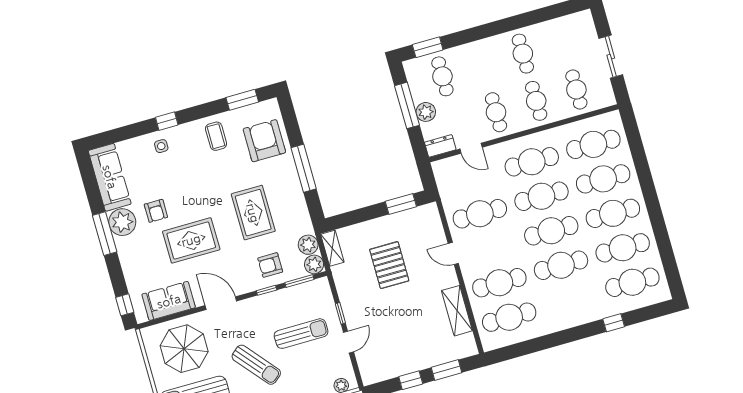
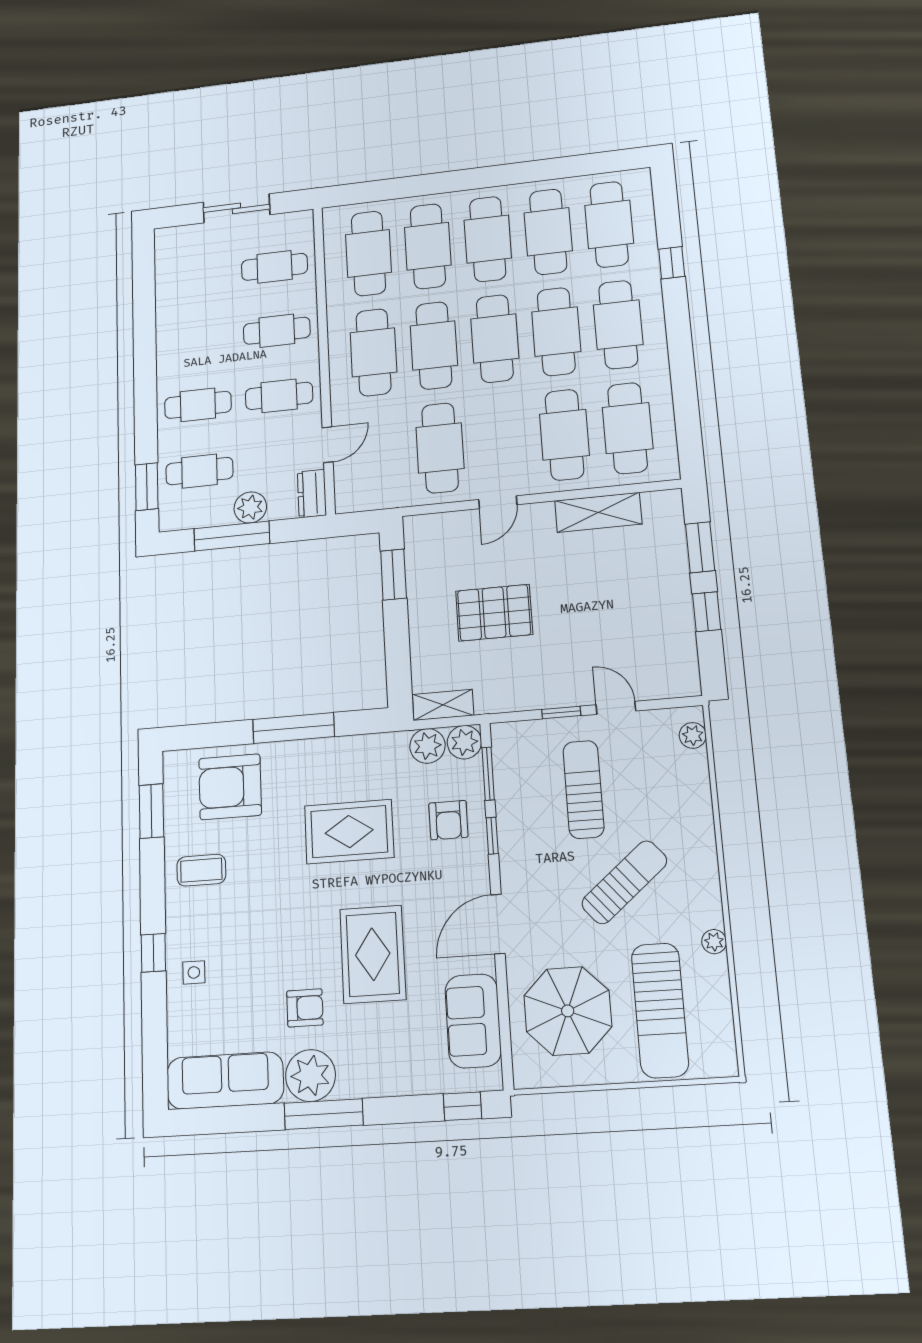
cafe table: (523, 54) -> (198, 405), moved
cafe table: (571, 300) -> (618, 325), added

